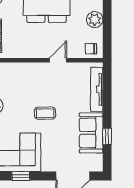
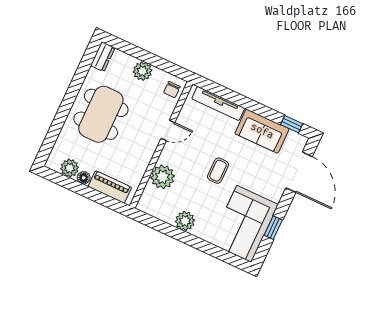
door: (58, 60) -> (168, 130), swing flipped
plant: (20, 73) -> (163, 177), added
window: (107, 136) -> (292, 124), moved

